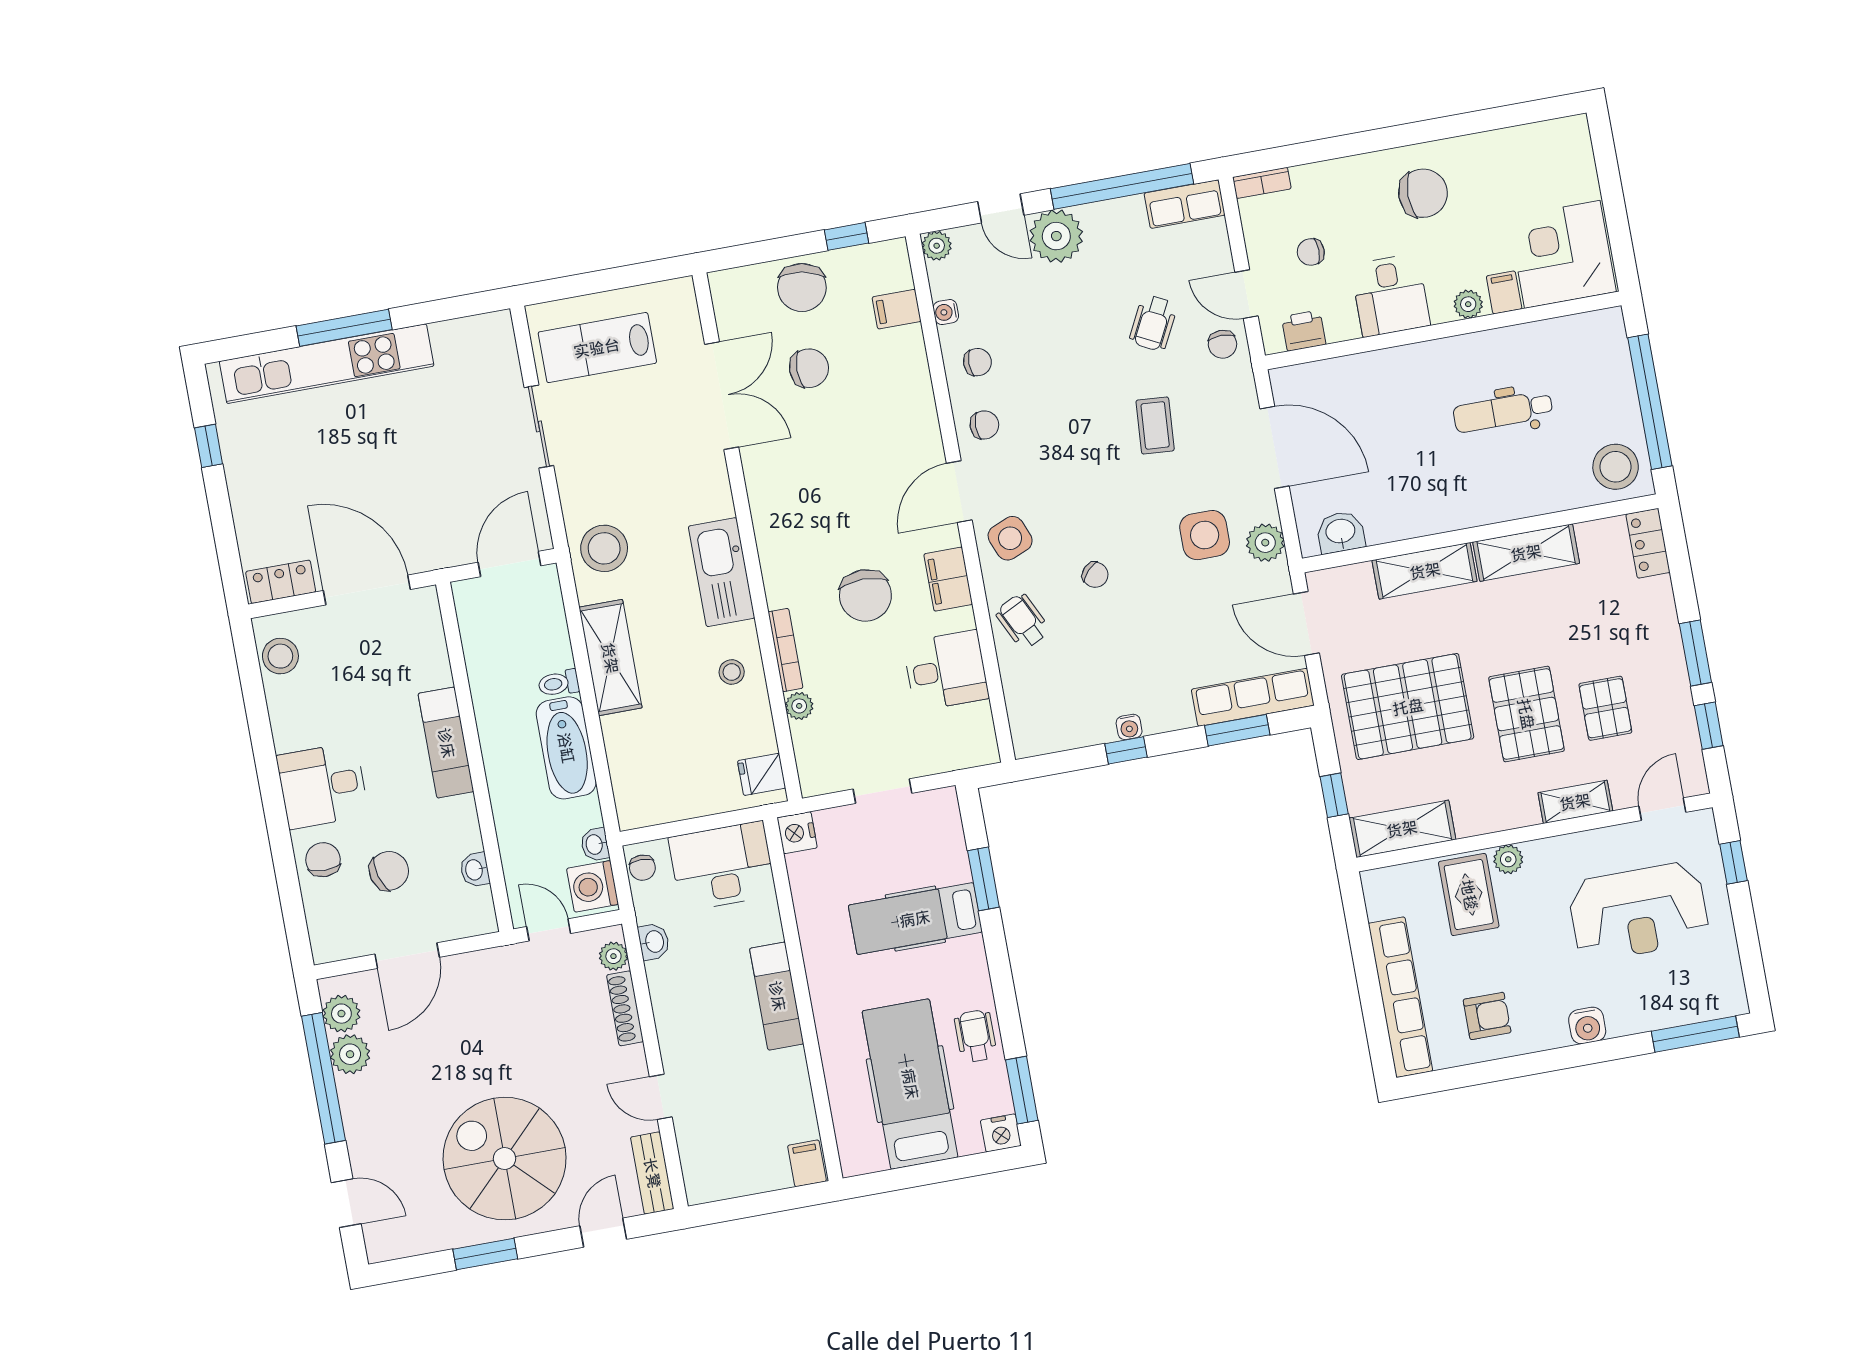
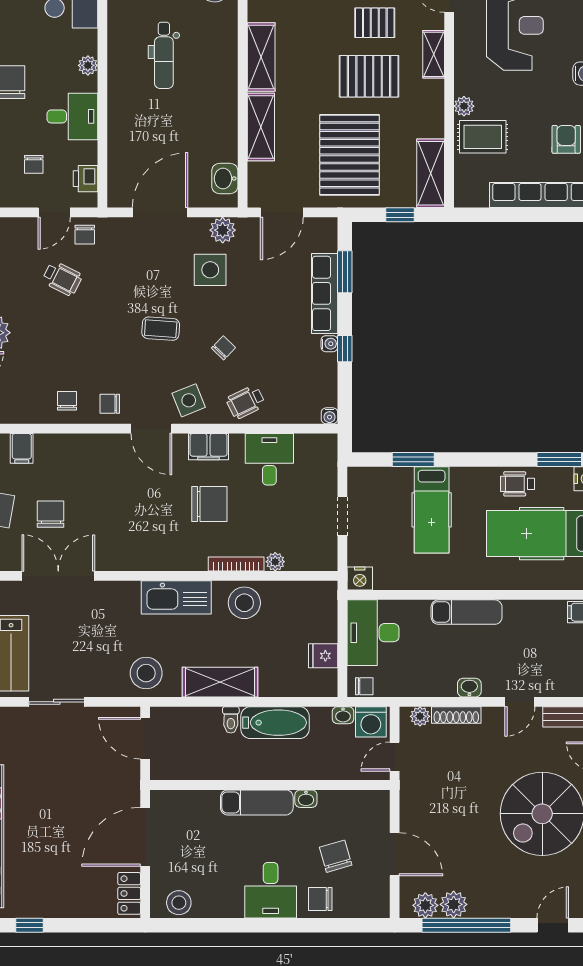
filing cabinet: (1504, 292) -> (84, 40), removed
water cooler: (946, 312) -> (329, 416), moved
chair: (1223, 344) -> (85, 235), turned 90
chair: (984, 425) -> (110, 404), turned -90
coffee table: (1155, 425) -> (161, 329), moved
stool: (732, 672) -> (244, 603), width x1.89, depth x1.89
row of seats: (1253, 697) -> (325, 293), moved
fridge: (762, 774) -> (323, 656), moved, turned 90
washbasin: (475, 870) -> (306, 799), moved
washbasin: (654, 942) -> (469, 688), moved

